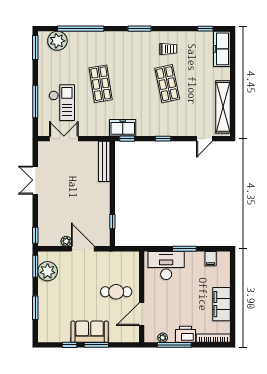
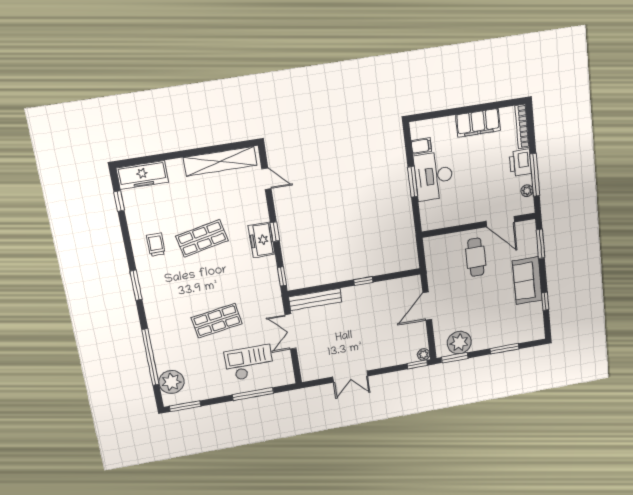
freezer: (123, 128) -> (262, 240), moved
double door: (64, 139) -> (291, 332), moved
window: (112, 222) -> (363, 281), moved
plant: (66, 241) -> (424, 354), moved
desk: (166, 265) -> (434, 176), moved
window: (96, 345) -> (540, 244), moved

